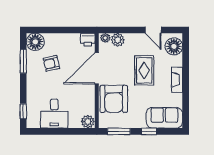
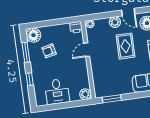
plant: (118, 40) -> (115, 22), moved
door: (97, 68) -> (87, 50), width x0.53
armchair: (114, 99) -> (104, 73), removed
window: (23, 111) -> (30, 79), moved
window: (149, 131) -> (136, 95), removed

